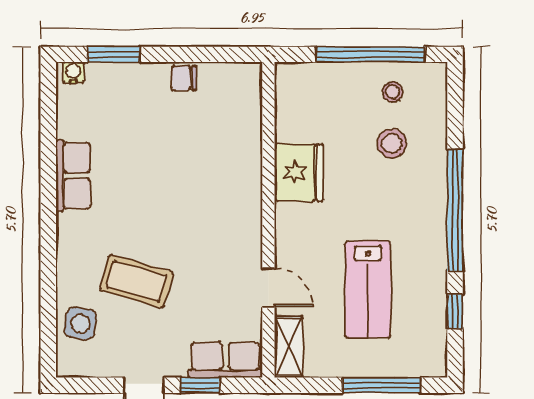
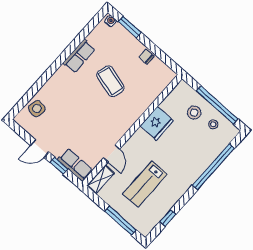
stool: (392, 143) -> (194, 113), moved
window: (455, 210) -> (213, 167), moved
coffee table: (136, 281) -> (110, 81), moved

